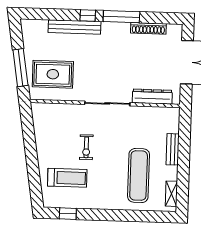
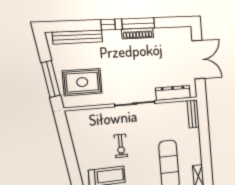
bench: (75, 27) -> (78, 37), moved
shoe rack: (148, 28) -> (138, 33), moved
bench: (173, 149) -> (193, 114), moved

